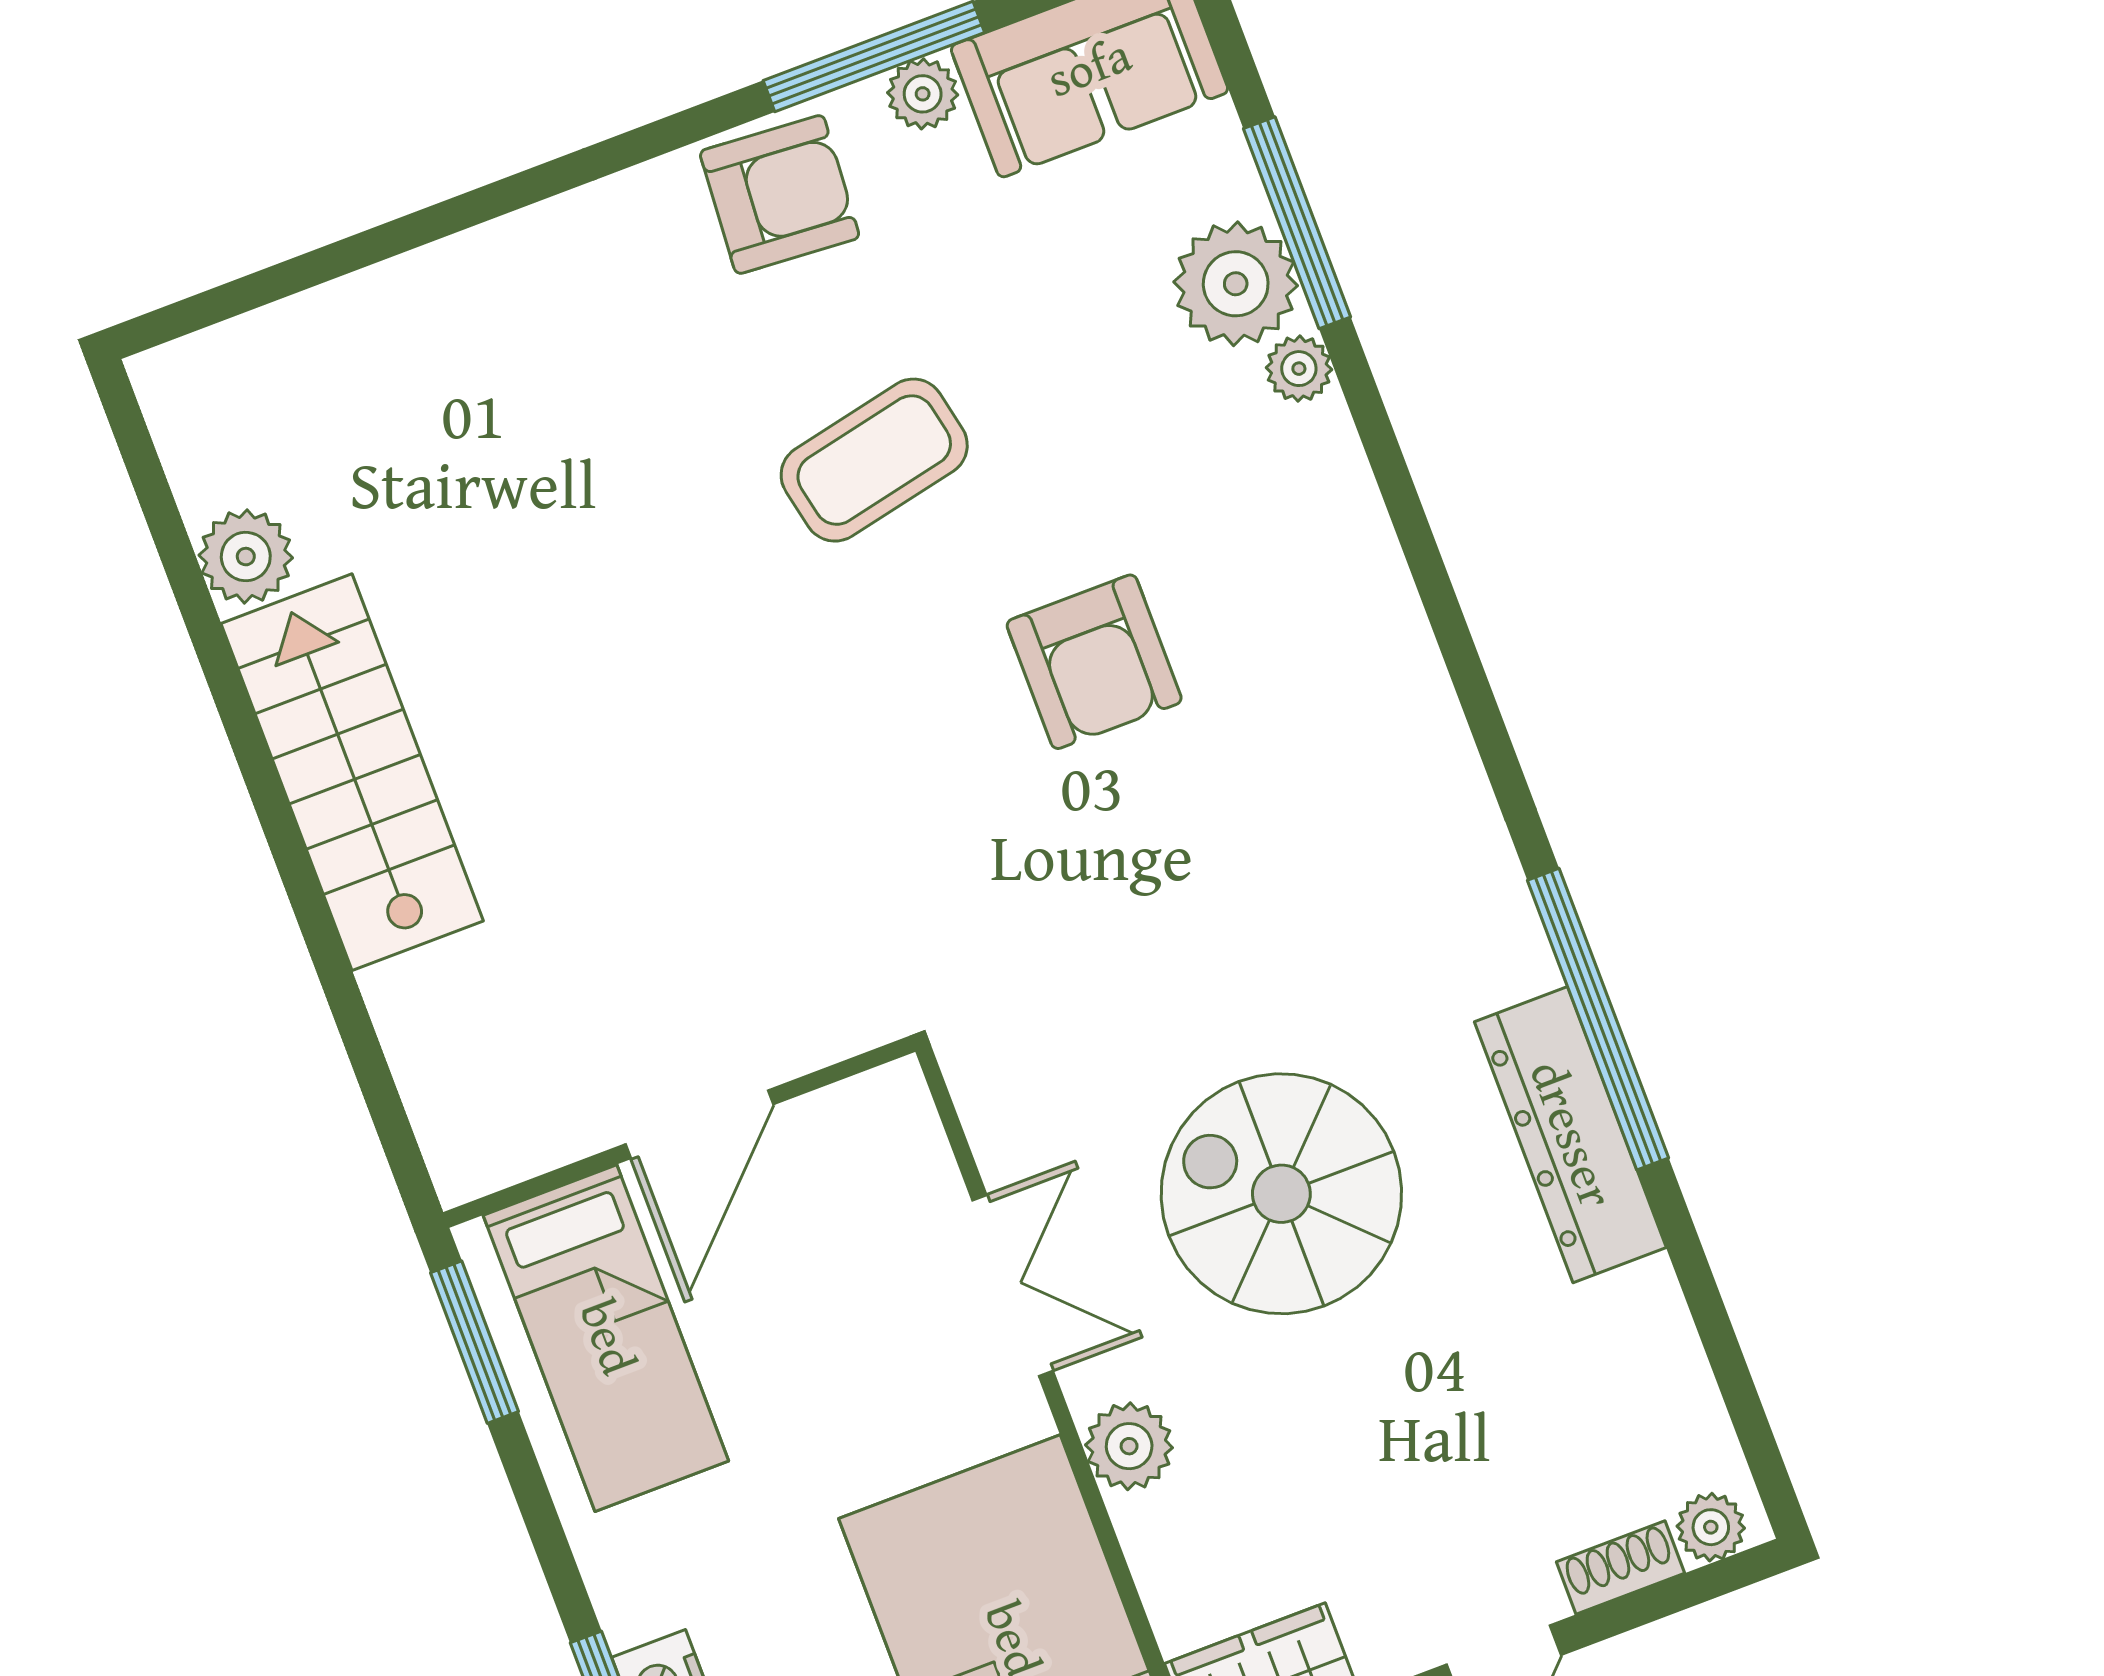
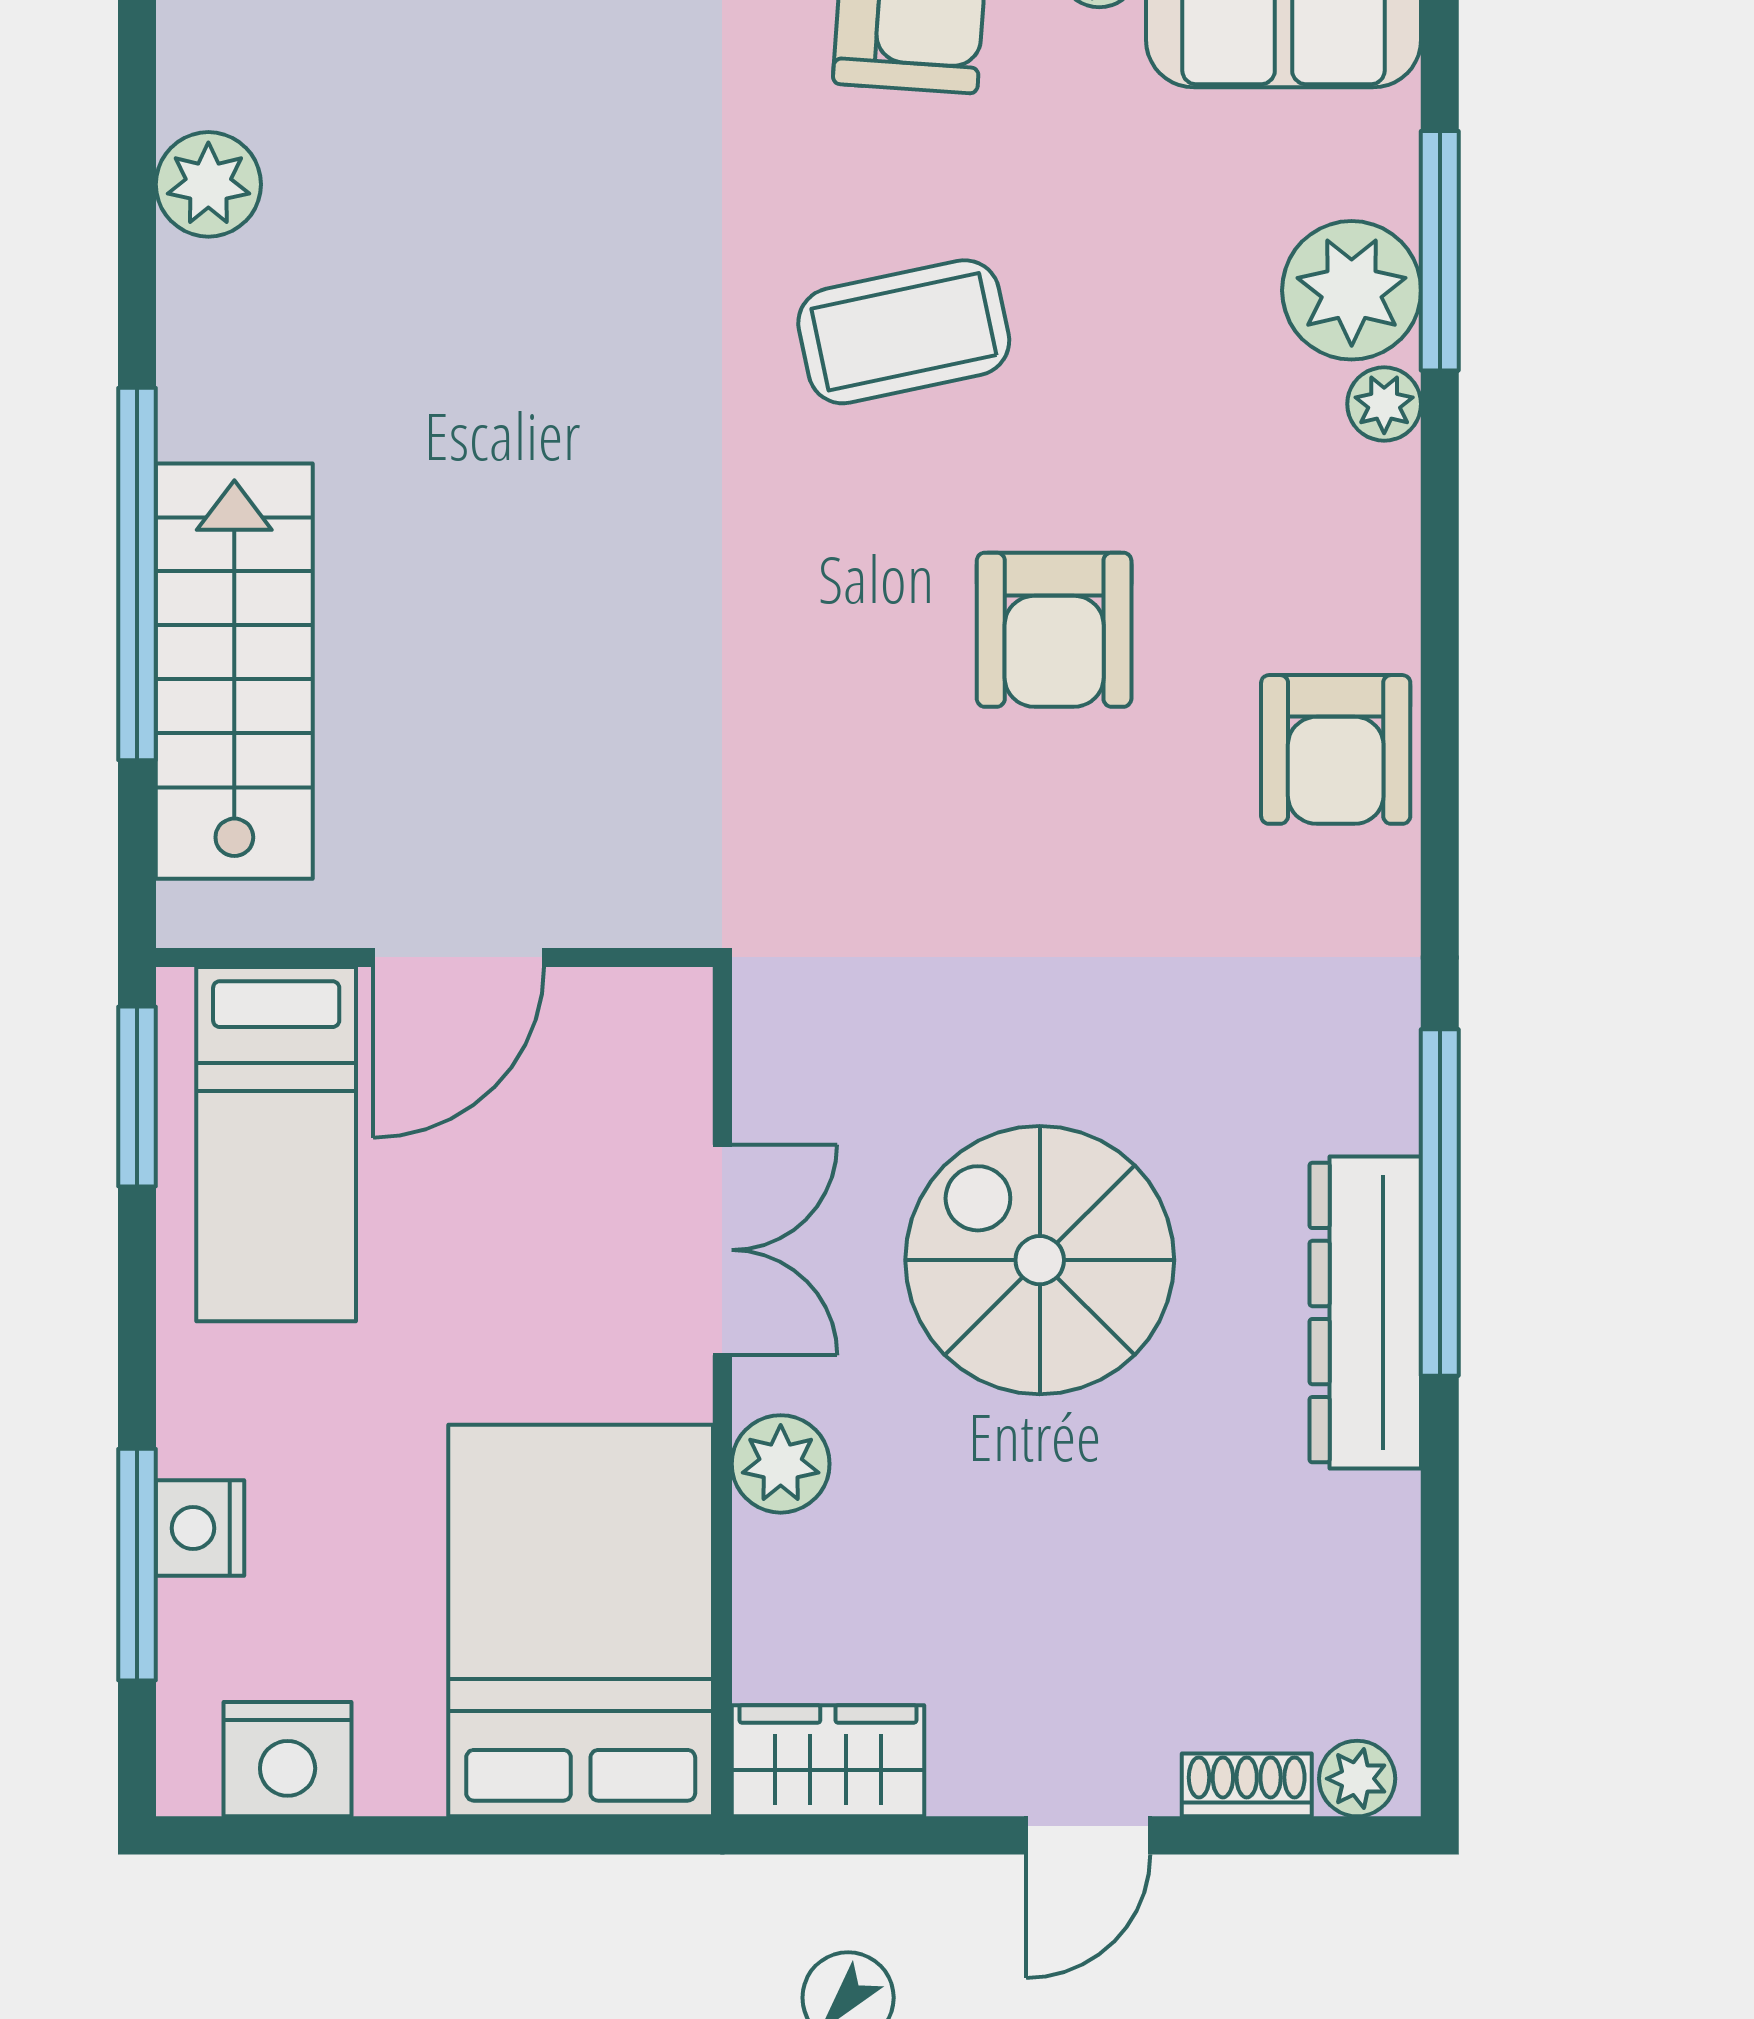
armchair: (1368, 673) -> (1336, 749), added
stairs: (352, 772) -> (234, 671), moved
window: (309, 905) -> (137, 574), added

